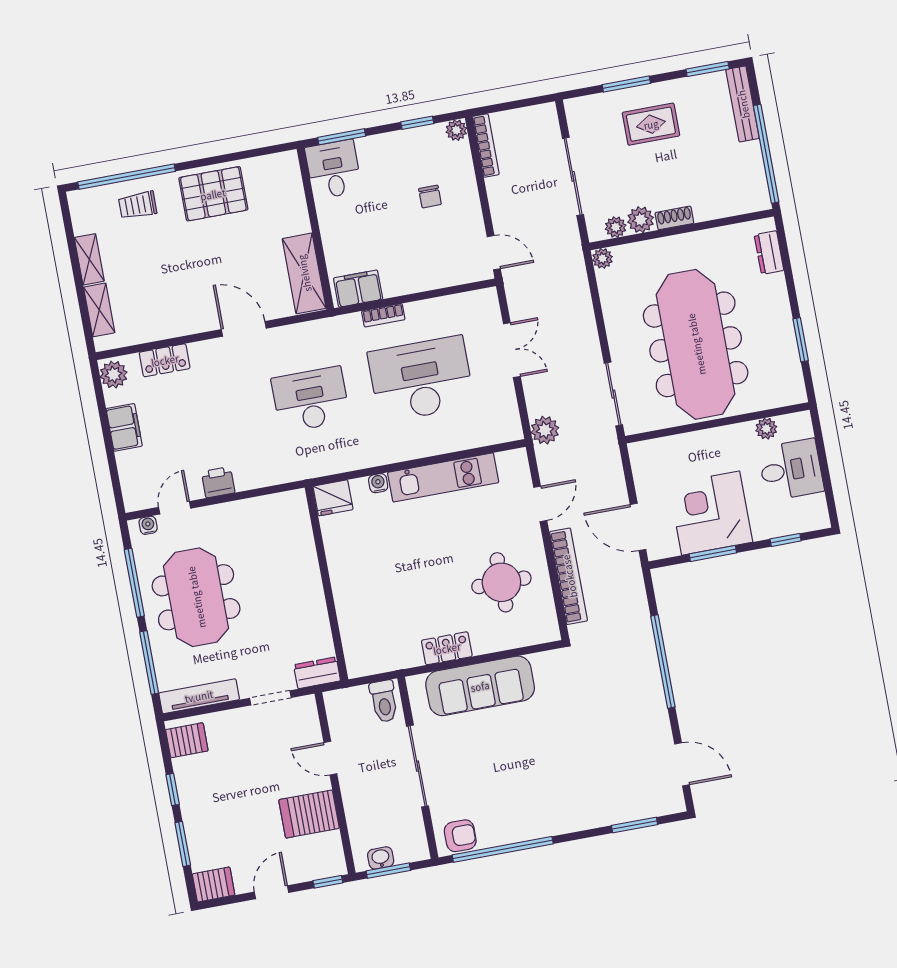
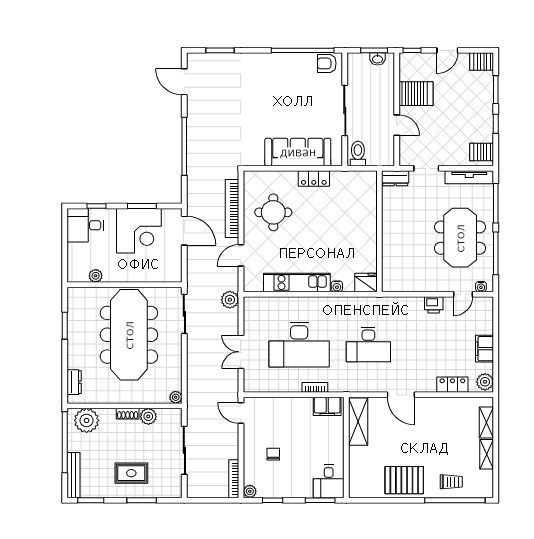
plant: (616, 227) -> (87, 420), moved, width x1.88, depth x1.88
desk: (791, 470) -> (85, 225), moved

